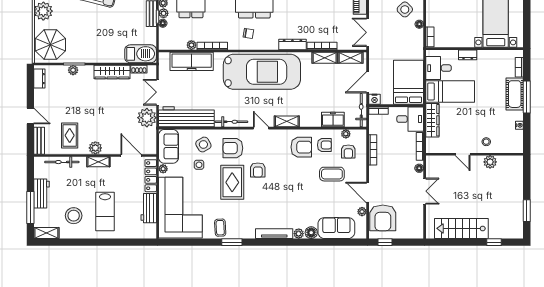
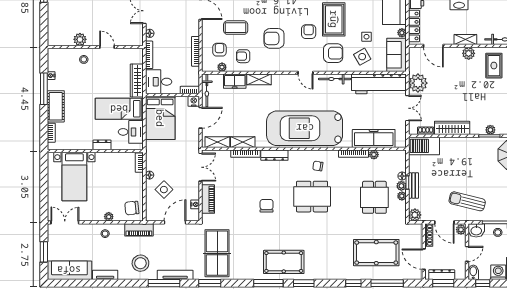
window: (527, 97) -> (44, 89), moved
shelving: (287, 121) -> (259, 79), moved
armchair: (301, 147) -> (274, 38), moved

